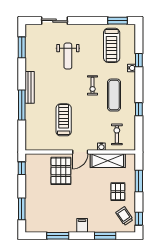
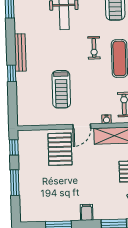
window: (22, 105) -> (12, 73), width x0.46
treadmill: (64, 120) -> (61, 89), turned 180
window: (22, 209) -> (15, 183), moved

